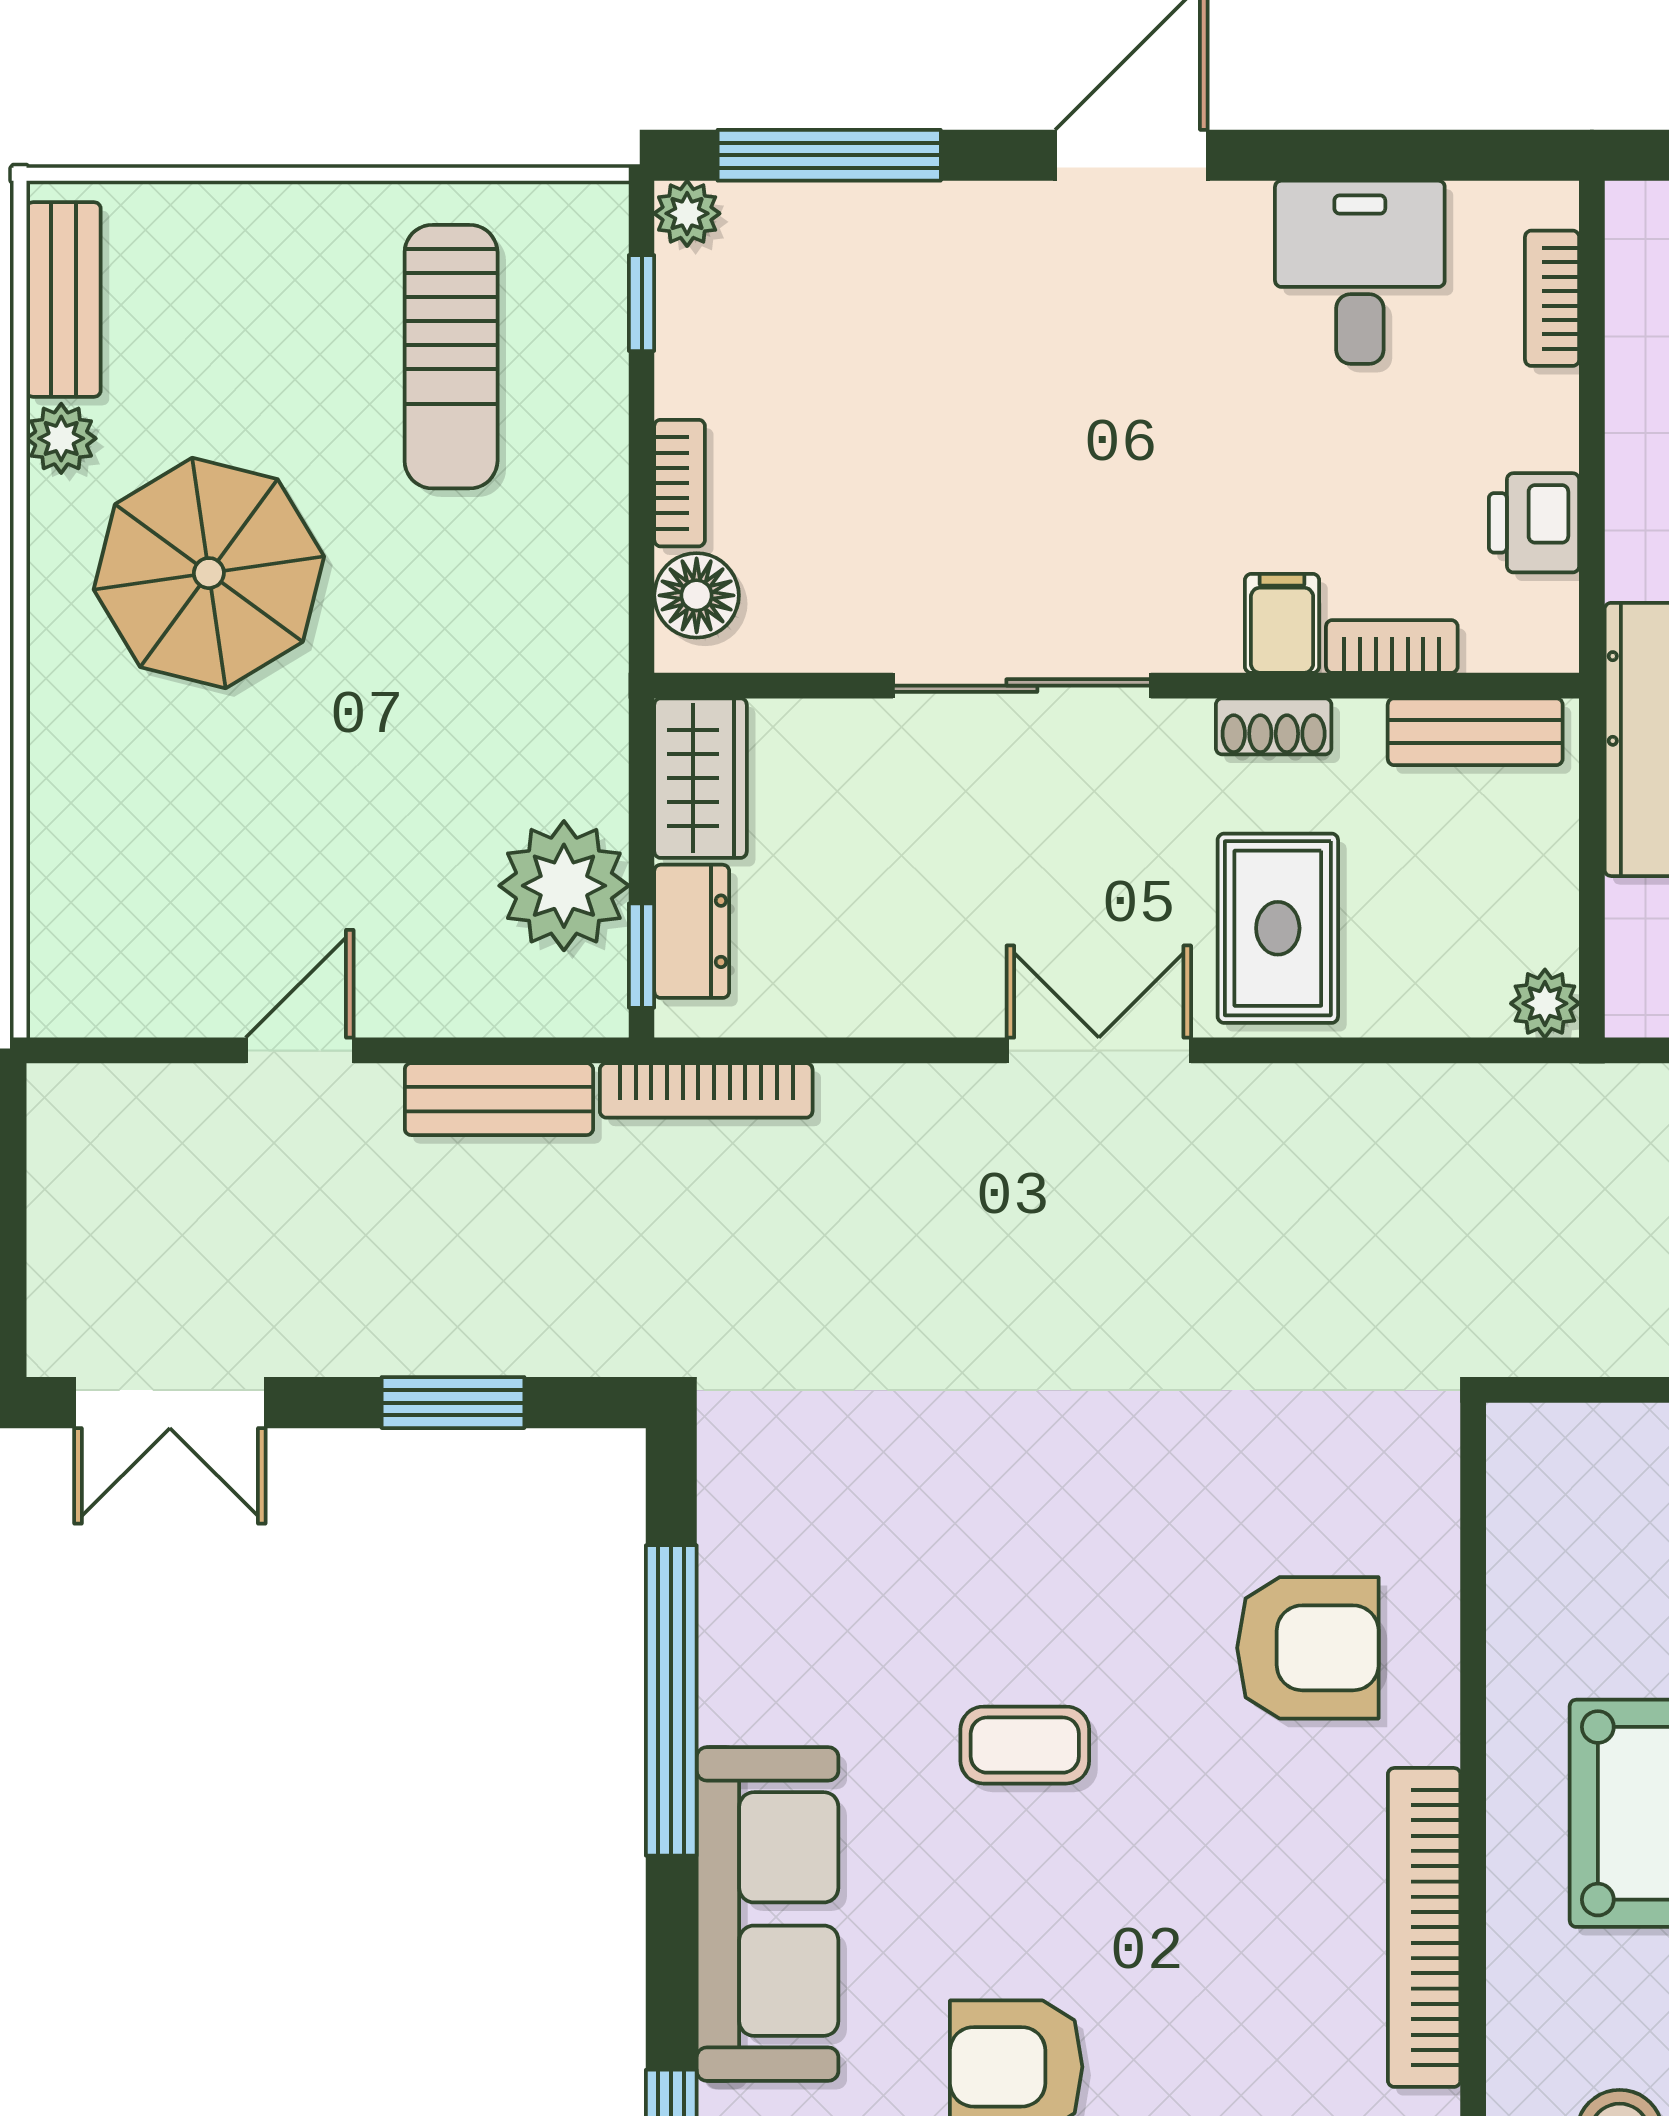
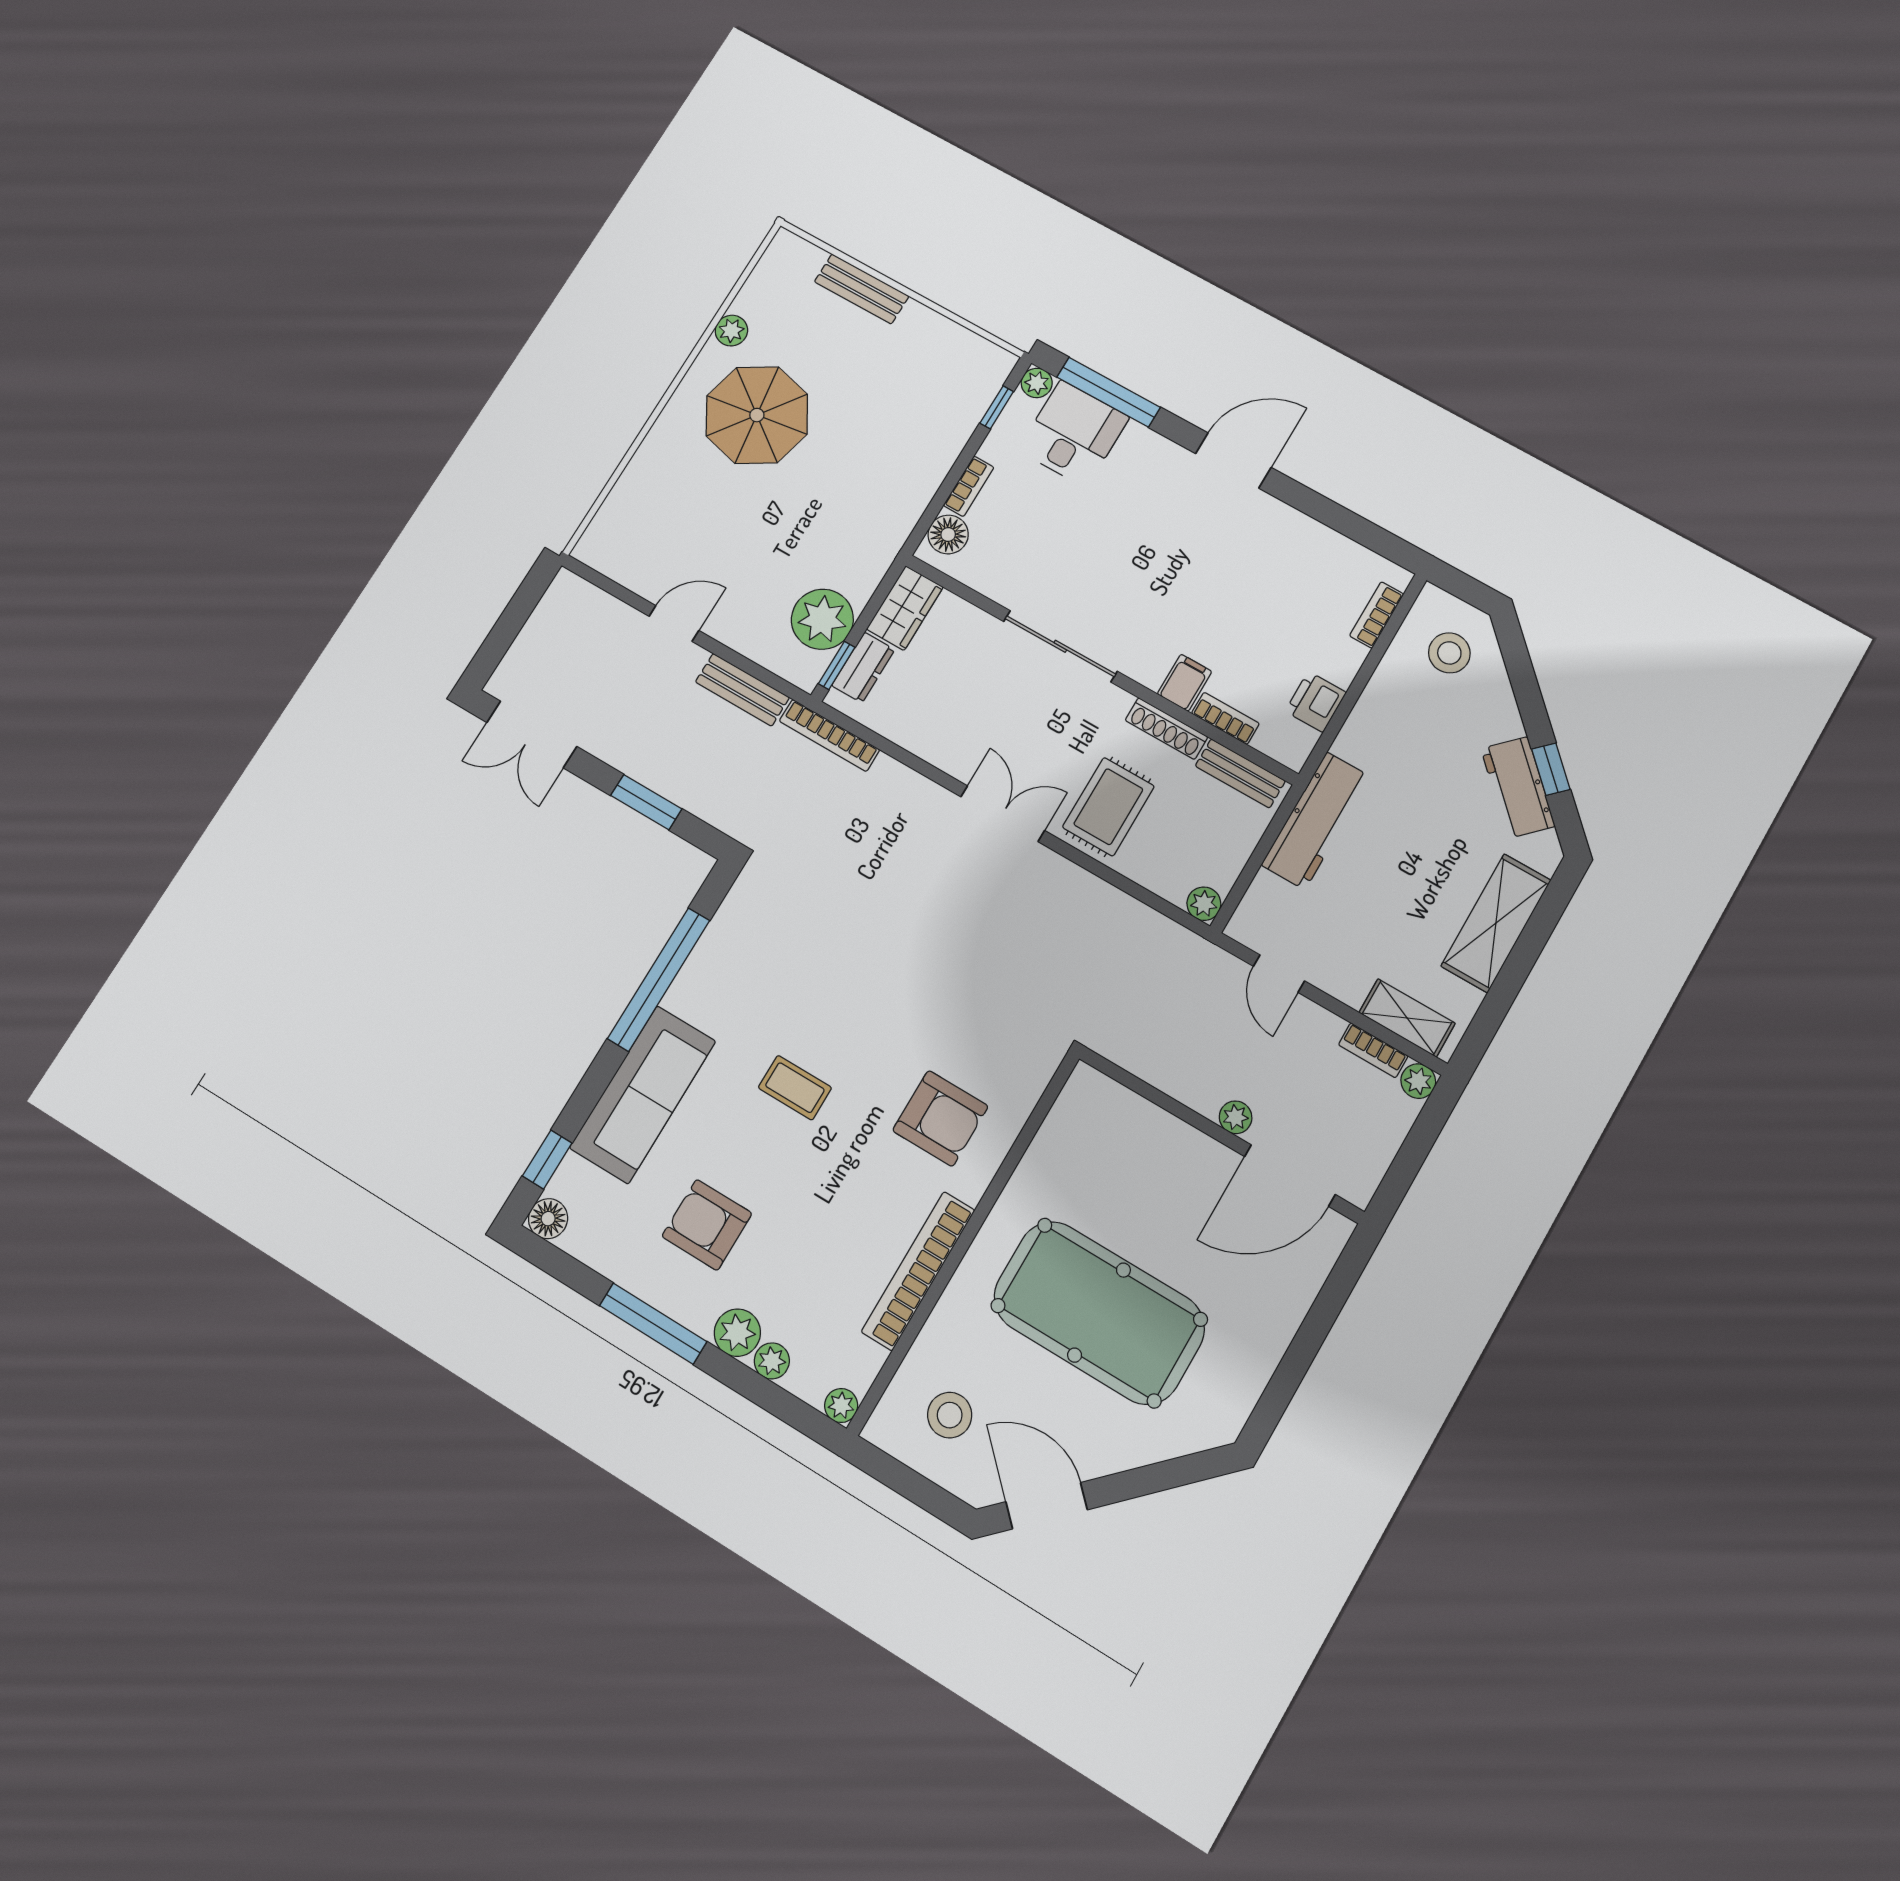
desk: (1360, 272) -> (1073, 434), moved
bench: (63, 300) -> (862, 289), moved, turned 90
sun lounger: (451, 357) -> (907, 386), removed
shoe rack: (1274, 726) -> (1166, 729), width x1.43

